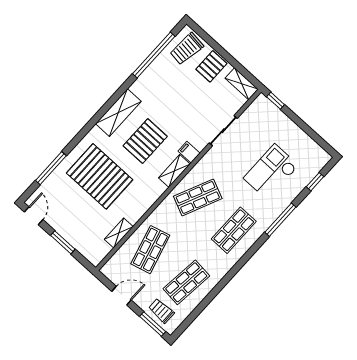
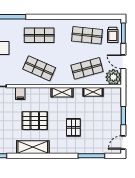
shelving: (174, 171) -> (62, 92), moved
pallet: (100, 176) -> (73, 127), width x0.49, depth x0.50
plant: (115, 270) -> (113, 77), added

